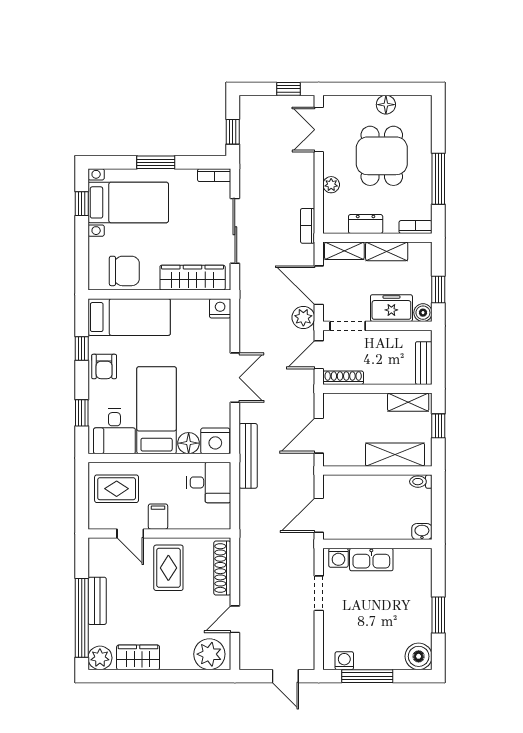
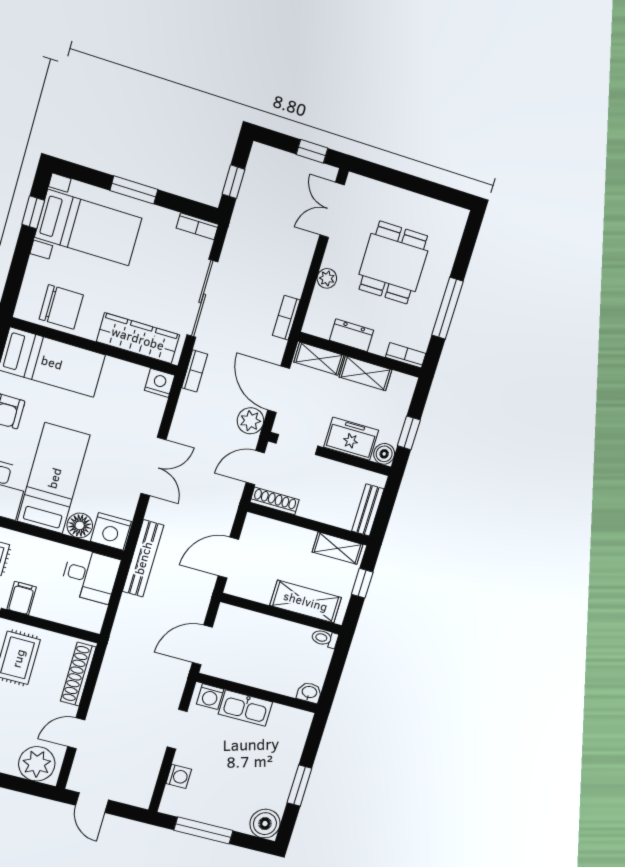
floor lamp: (386, 105) -> (416, 205), removed
bookcase: (246, 290) -> (195, 371), added
washing machine: (344, 661) -> (179, 776), moved, turned 90
door: (285, 676) -> (92, 803), moved

